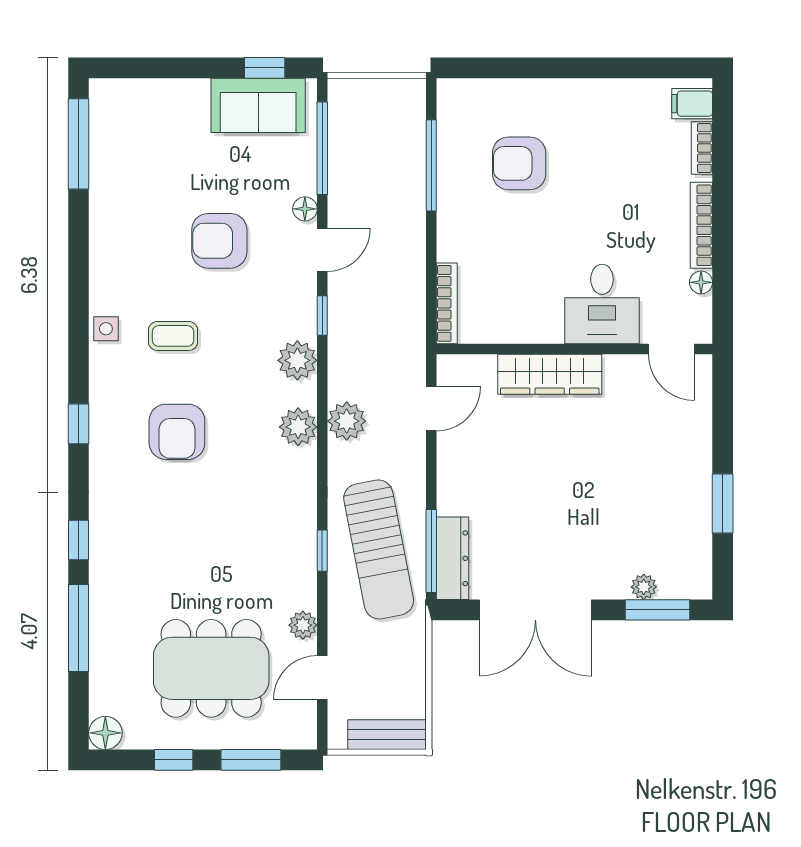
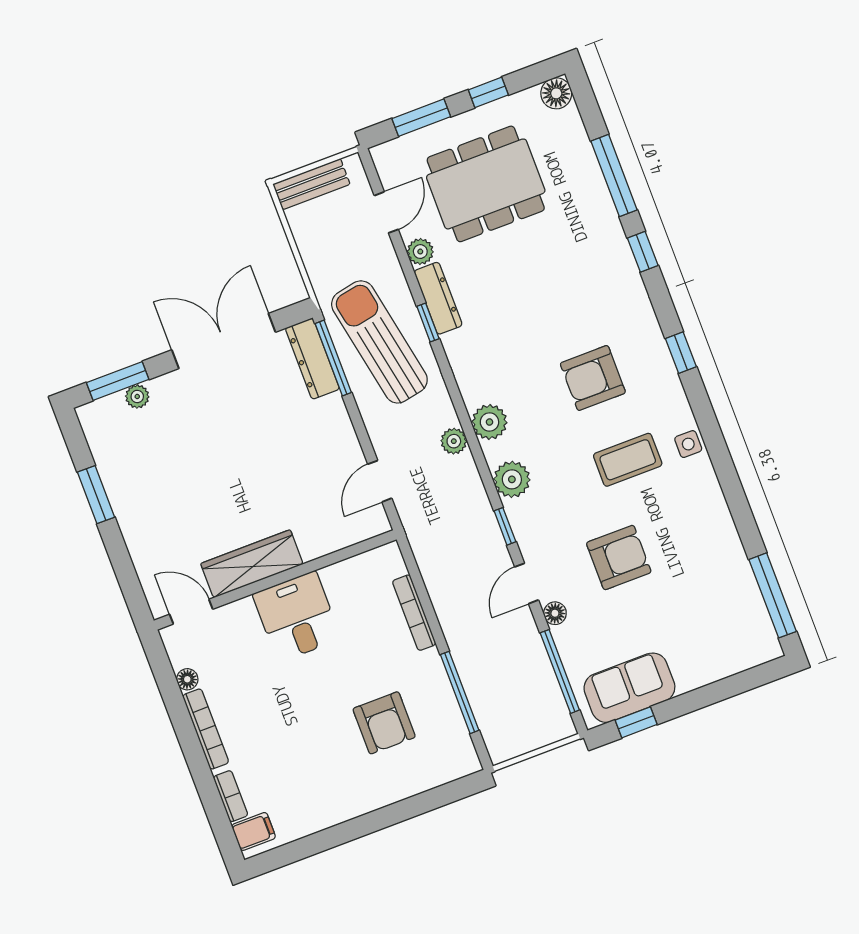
armchair: (519, 163) -> (384, 723), turned 90
bookcase: (447, 303) -> (414, 613), moved
desk: (602, 304) -> (297, 616), moved
coffee table: (173, 336) -> (628, 460), width x1.36, depth x1.30
wardrobe: (550, 374) -> (252, 564), moved
plant: (347, 421) -> (454, 441), width x0.73, depth x0.73
armchair: (177, 432) -> (593, 378), turned -90
dresser: (303, 571) -> (438, 298), added

